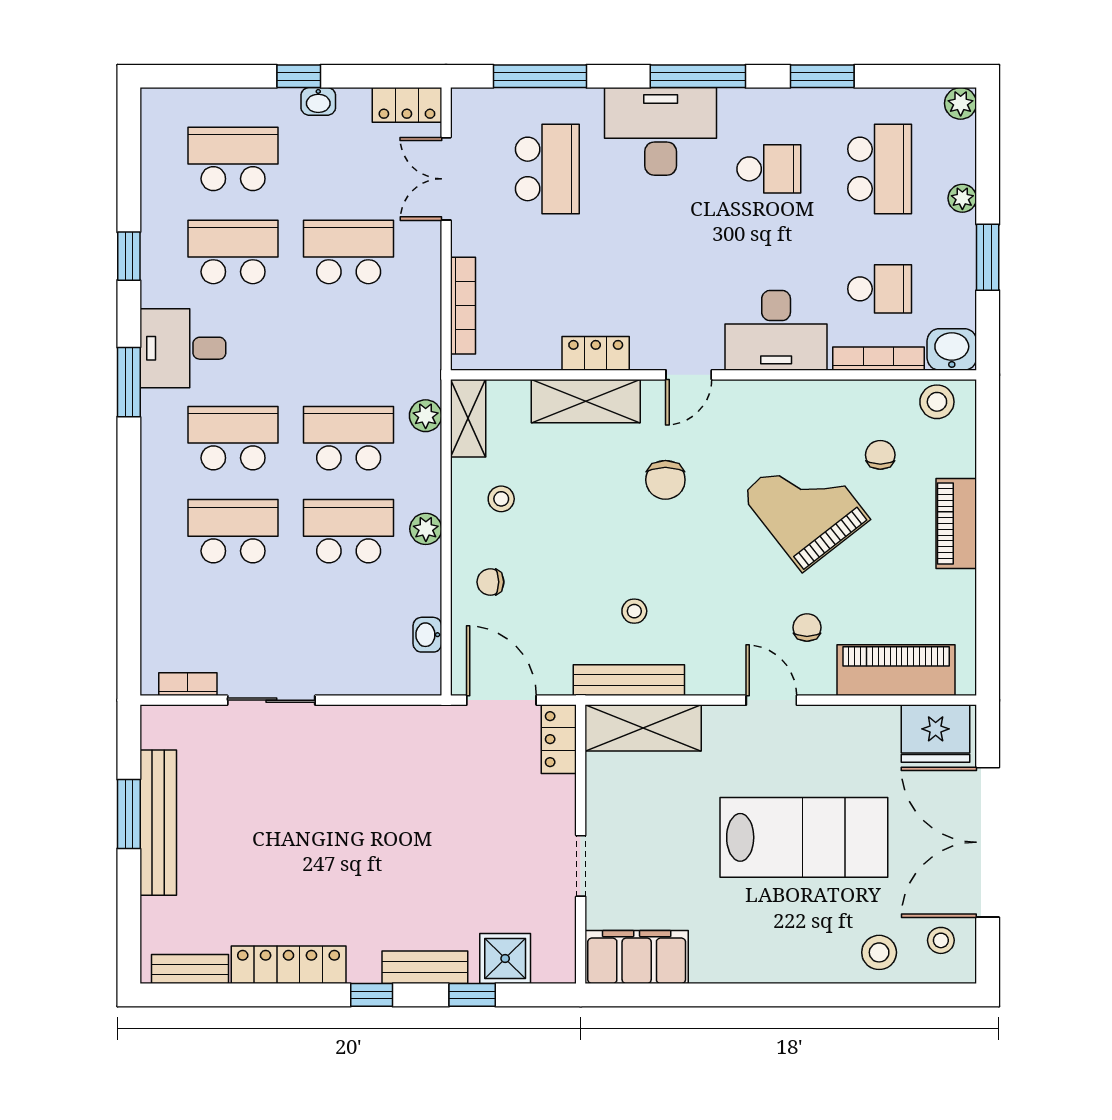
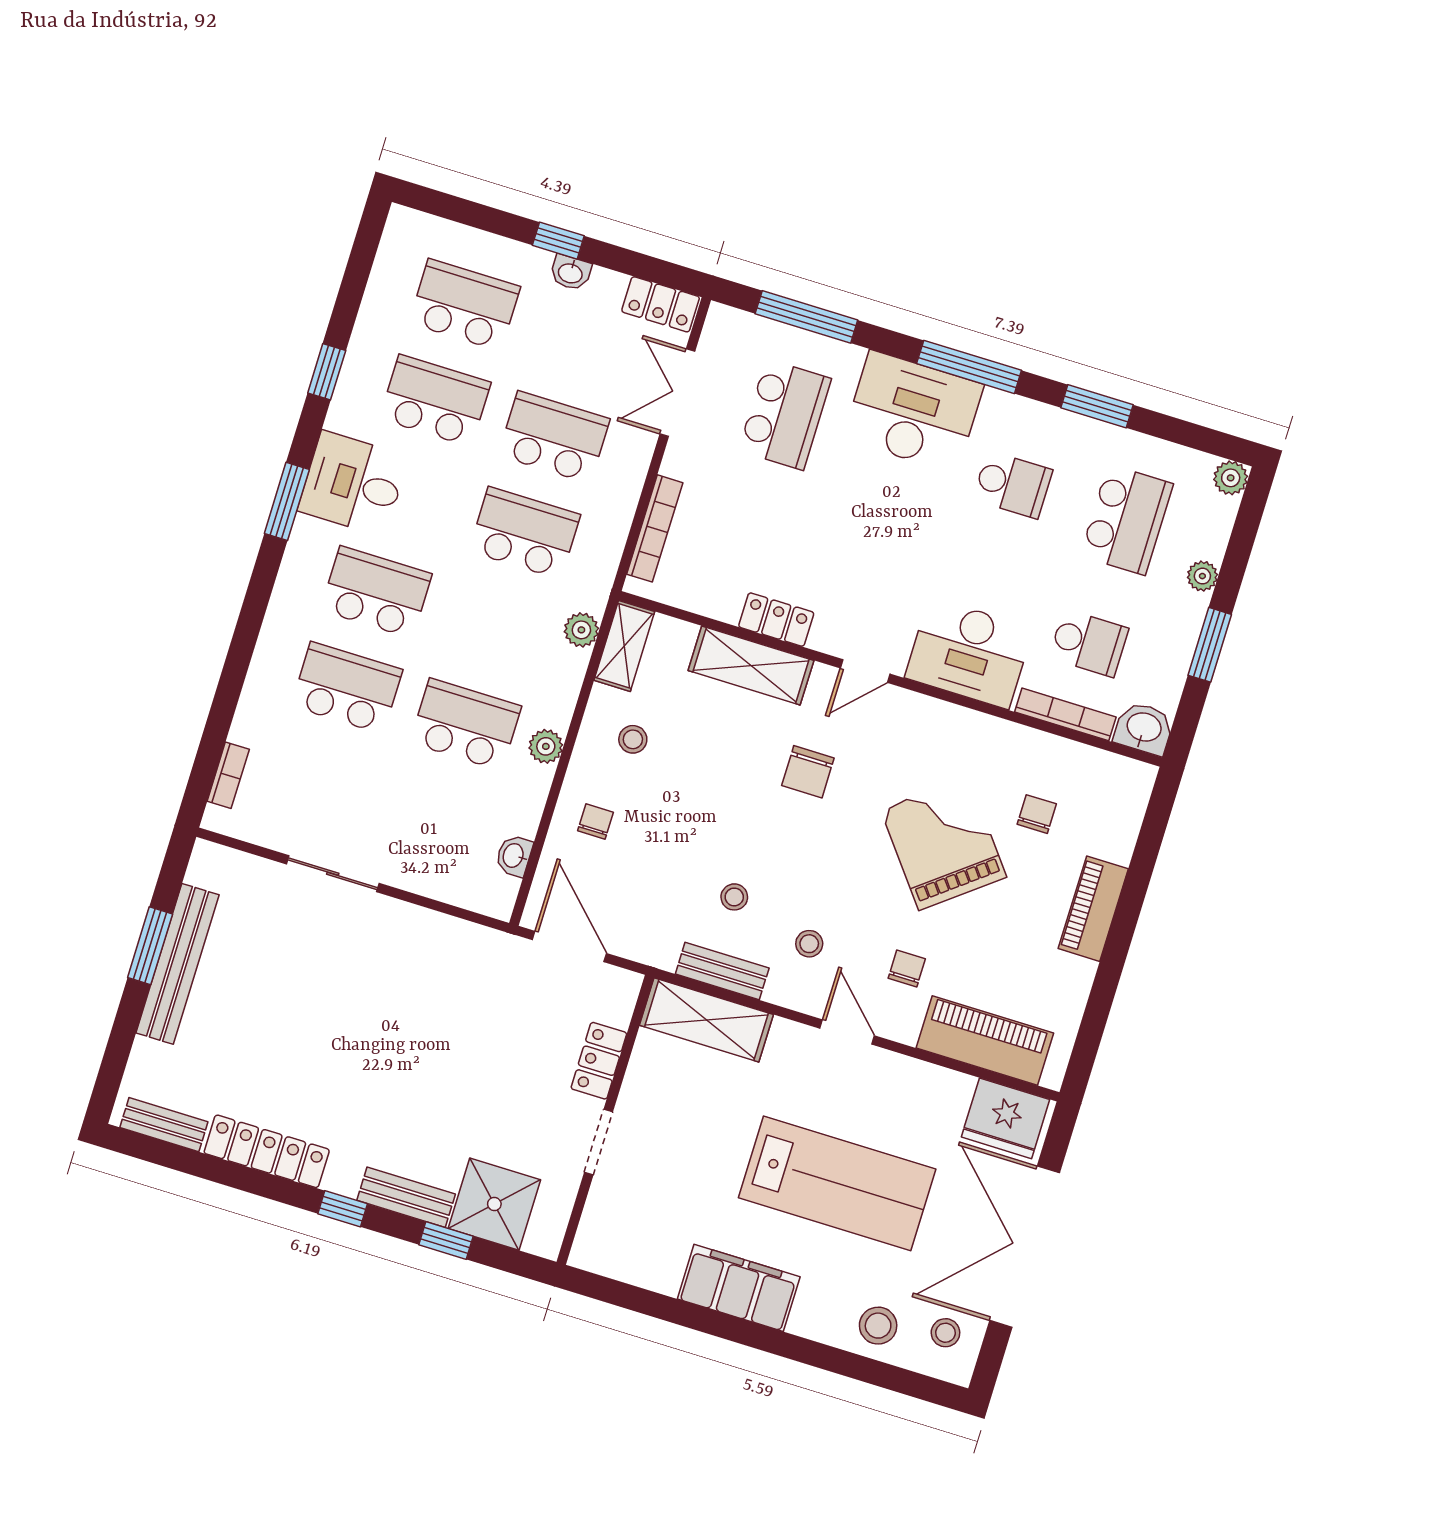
stool: (937, 402) -> (809, 944), moved, width x0.73, depth x0.73
school desk: (349, 438) -> (525, 533), moved
chair: (490, 582) -> (595, 821), turned 90
bench: (629, 680) -> (722, 971), width x0.73
bookcase: (188, 684) -> (228, 775), moved, turned 90
locker: (559, 739) -> (599, 1061), moved
filing cabinet: (637, 957) -> (739, 1288), moved
shower: (505, 959) -> (494, 1204), width x1.36, depth x1.36

